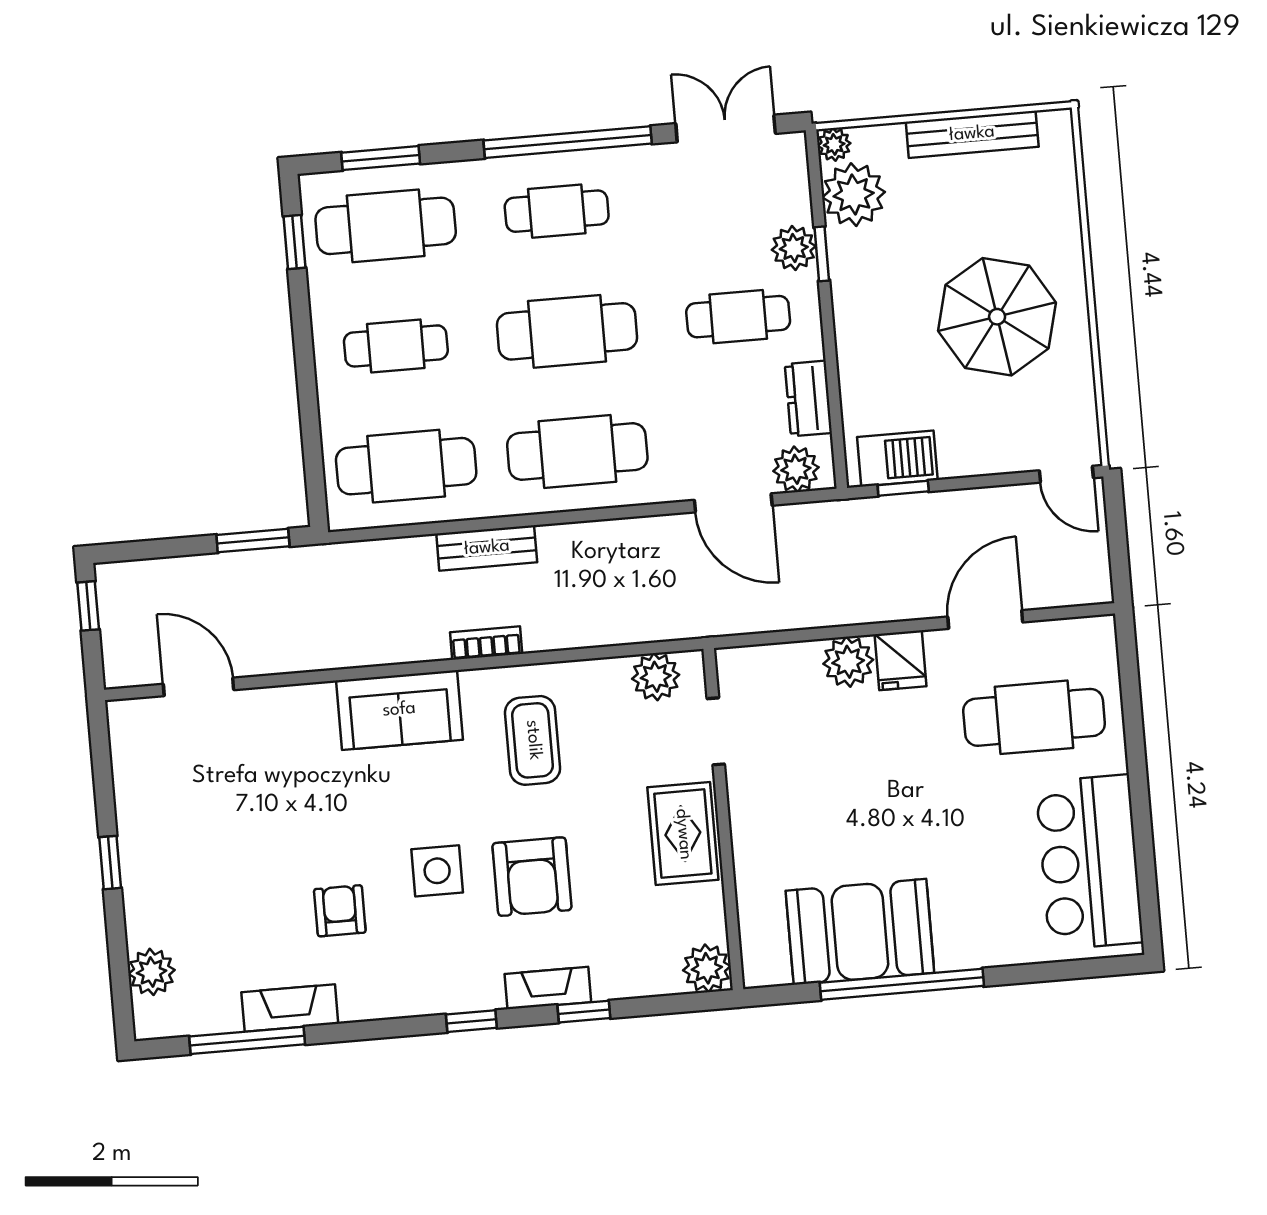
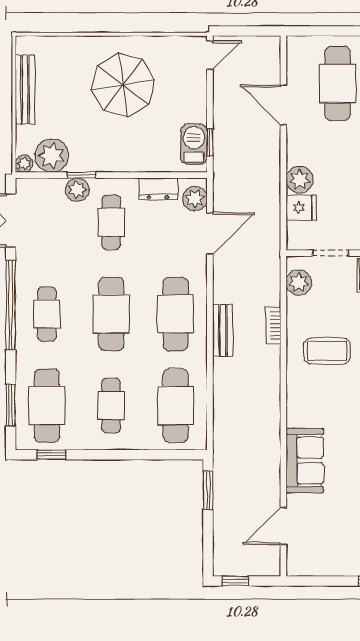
bench: (487, 548) -> (223, 330), moved
bookcase: (486, 643) -> (273, 326), moved
fridge: (901, 660) -> (301, 208), moved
sofa: (399, 710) -> (305, 461), moved

